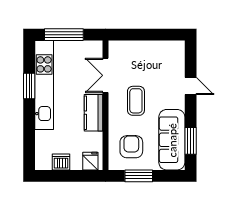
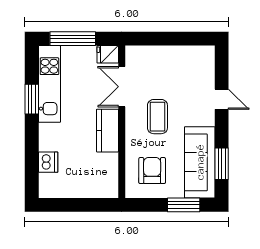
kitchen unit: (44, 85) -> (49, 84), width x0.73
fridge: (90, 161) -> (108, 54), moved, turned -90
dishwasher: (61, 162) -> (48, 162), moved, turned 90
window: (139, 176) -> (184, 205), moved

